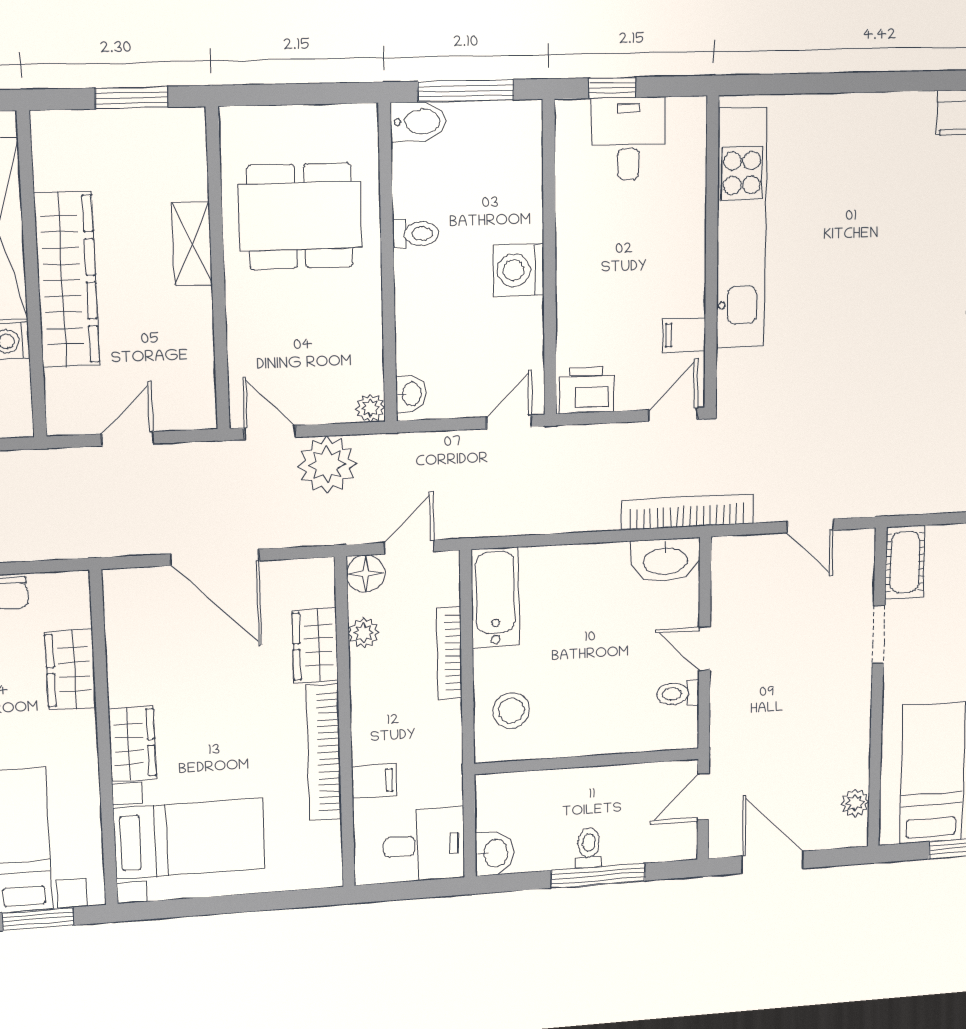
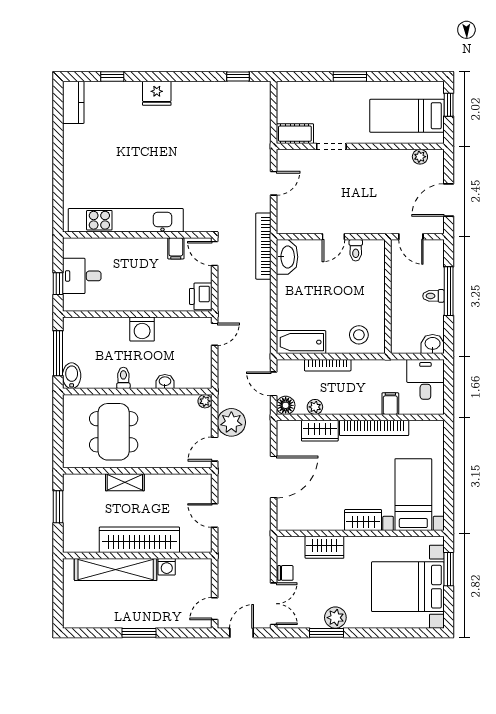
washbasin: (411, 394) -> (165, 382), moved
door: (509, 422) -> (215, 334), swing flipped

